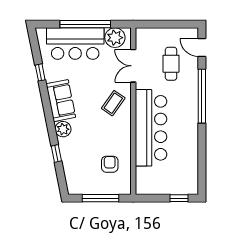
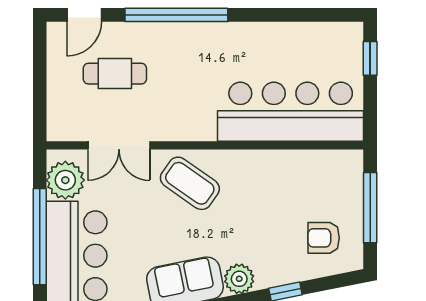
coffee table: (113, 103) -> (190, 183), width x1.36, depth x1.30
bar counter: (151, 128) -> (291, 112), moved
armchair: (110, 164) -> (324, 238), moved

